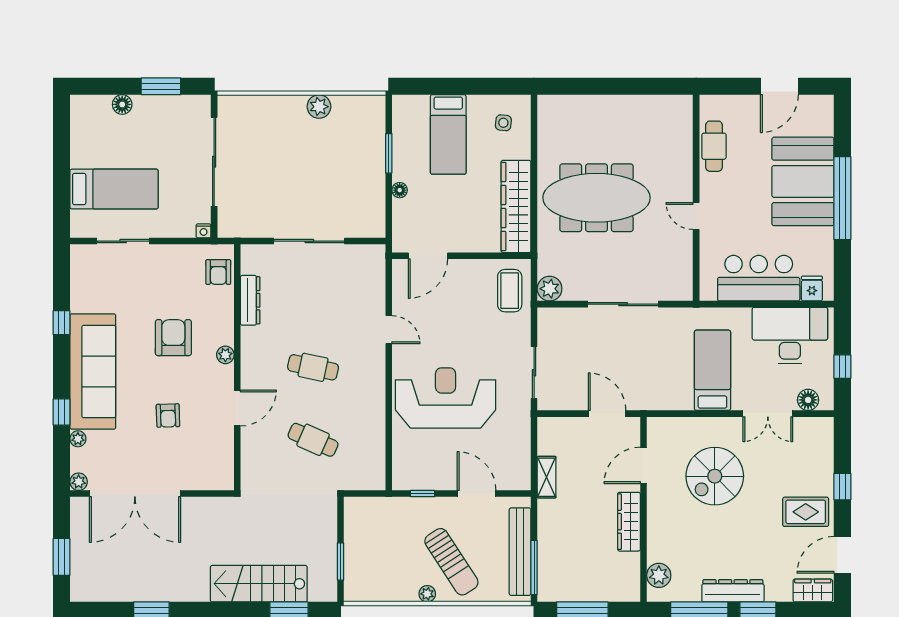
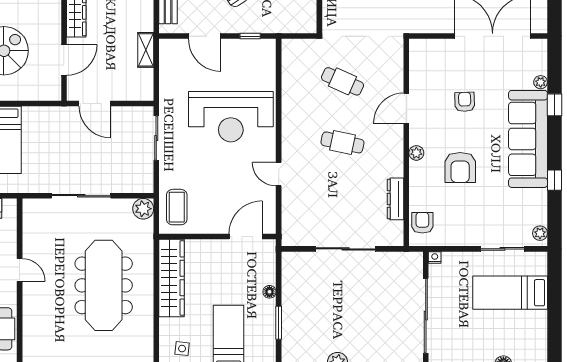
meeting table: (596, 198) -> (104, 285), turned 90
plant: (79, 482) -> (540, 233), moved

